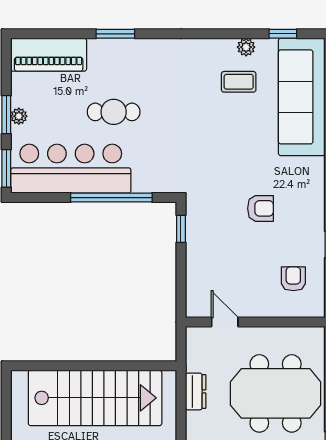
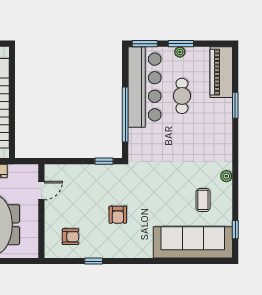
window: (115, 34) -> (235, 105), moved
plant: (246, 47) -> (226, 176), moved
cafe table: (114, 112) -> (182, 96), moved

